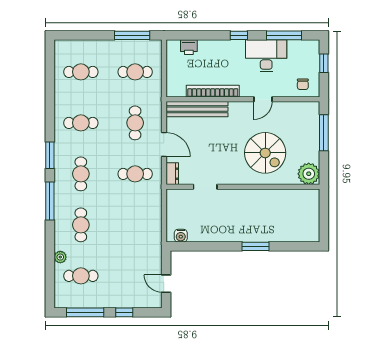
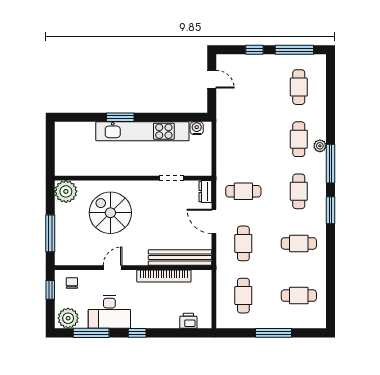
window: (132, 35) -> (274, 333), moved
plant: (307, 50) -> (68, 318), added
window: (324, 63) -> (50, 290), moved
cafe table: (135, 72) -> (243, 296), turned 90
kitchen unit: (234, 233) -> (142, 131), added
plant: (60, 257) -> (320, 146), moved
cafe table: (81, 276) -> (299, 87), turned 90

